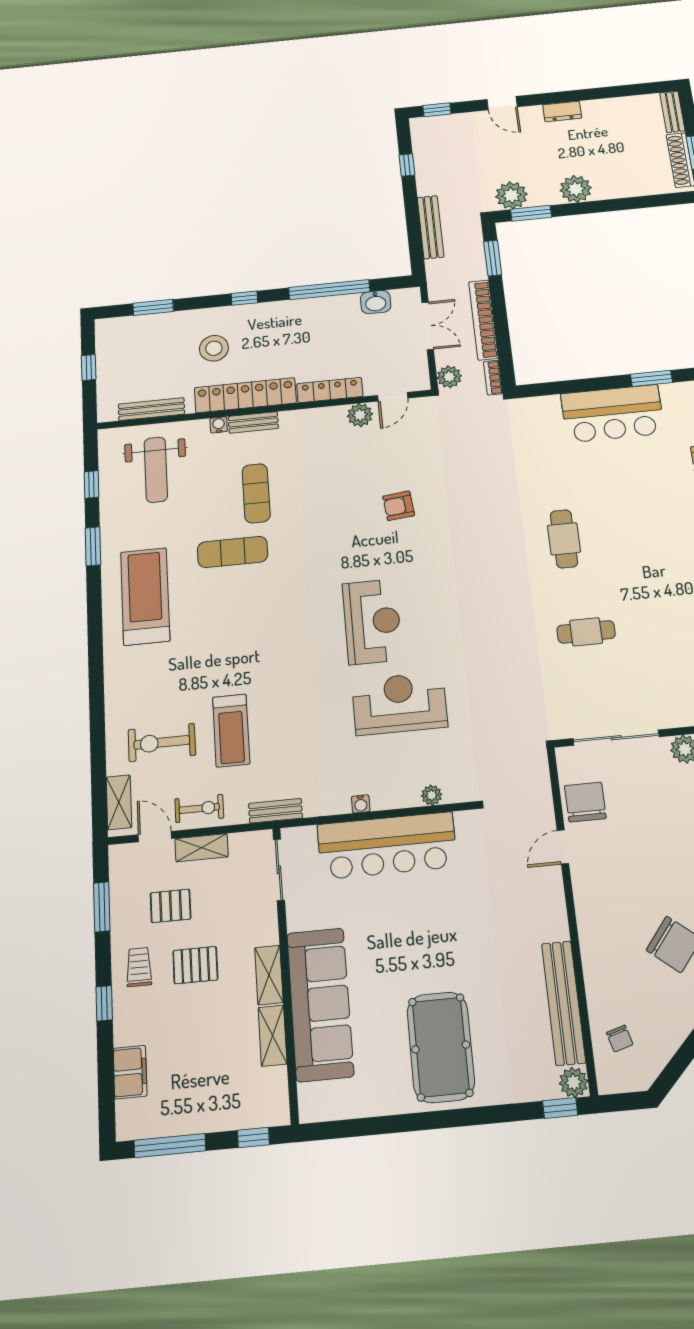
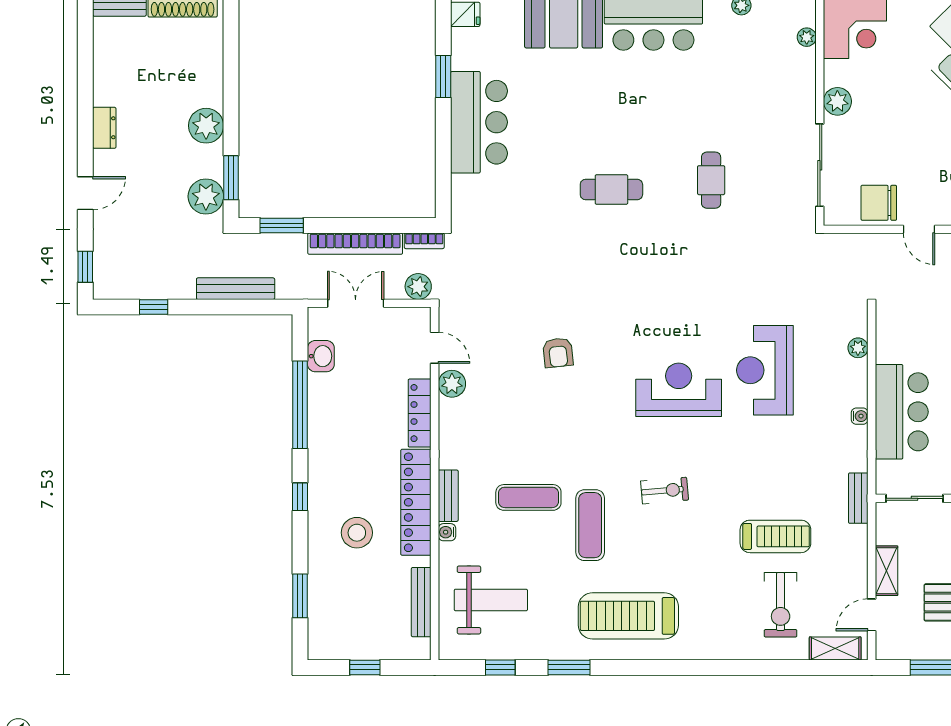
exercise bike: (199, 808) -> (665, 491), moved, turned 85
bar counter: (387, 846) -> (902, 412), width x0.73

